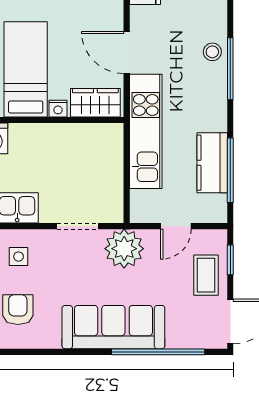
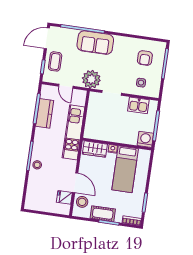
door: (127, 53) -> (75, 183), moved
door: (176, 226) -> (66, 86), swing flipped
sofa: (113, 327) -> (95, 43), width x0.73

